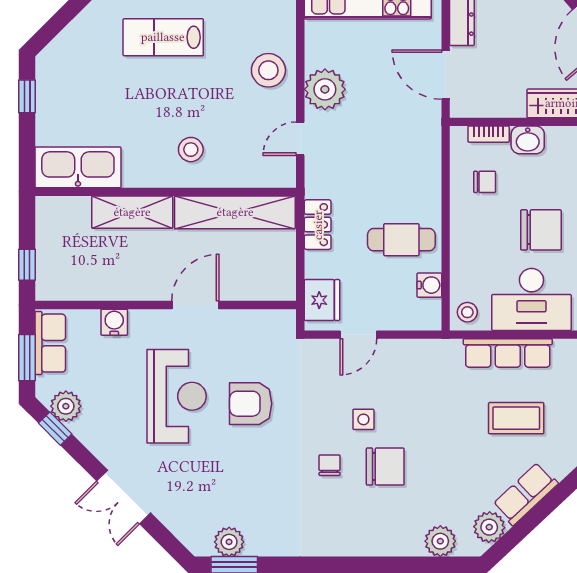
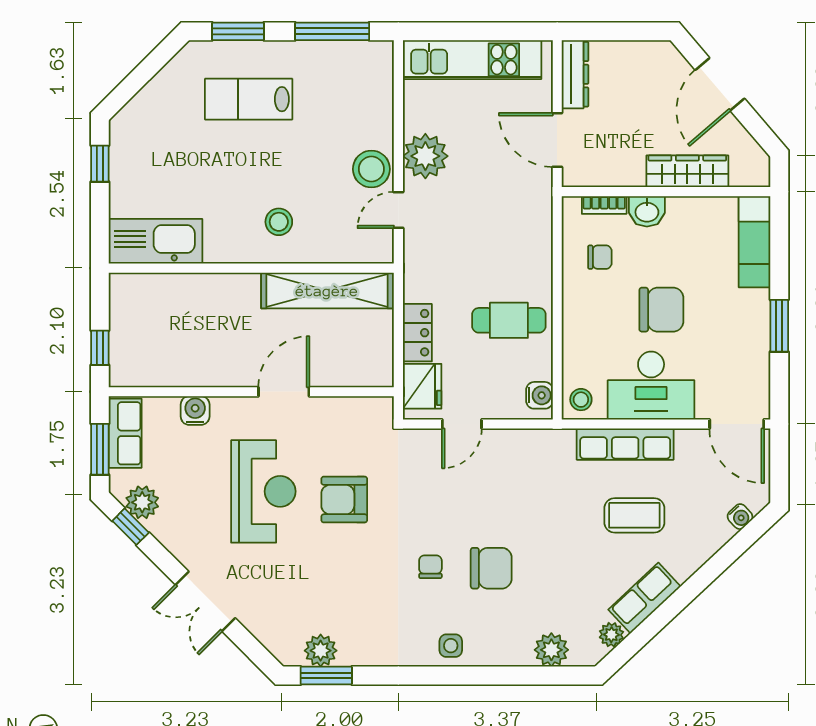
stool: (268, 70) -> (371, 169), moved
shelving: (132, 212) -> (215, 290), removed
locker: (318, 225) -> (417, 333), moved
water cooler: (429, 285) -> (539, 395), moved
side table: (363, 419) -> (451, 646), moved
plant: (489, 527) -> (611, 635), width x0.73, depth x0.73

